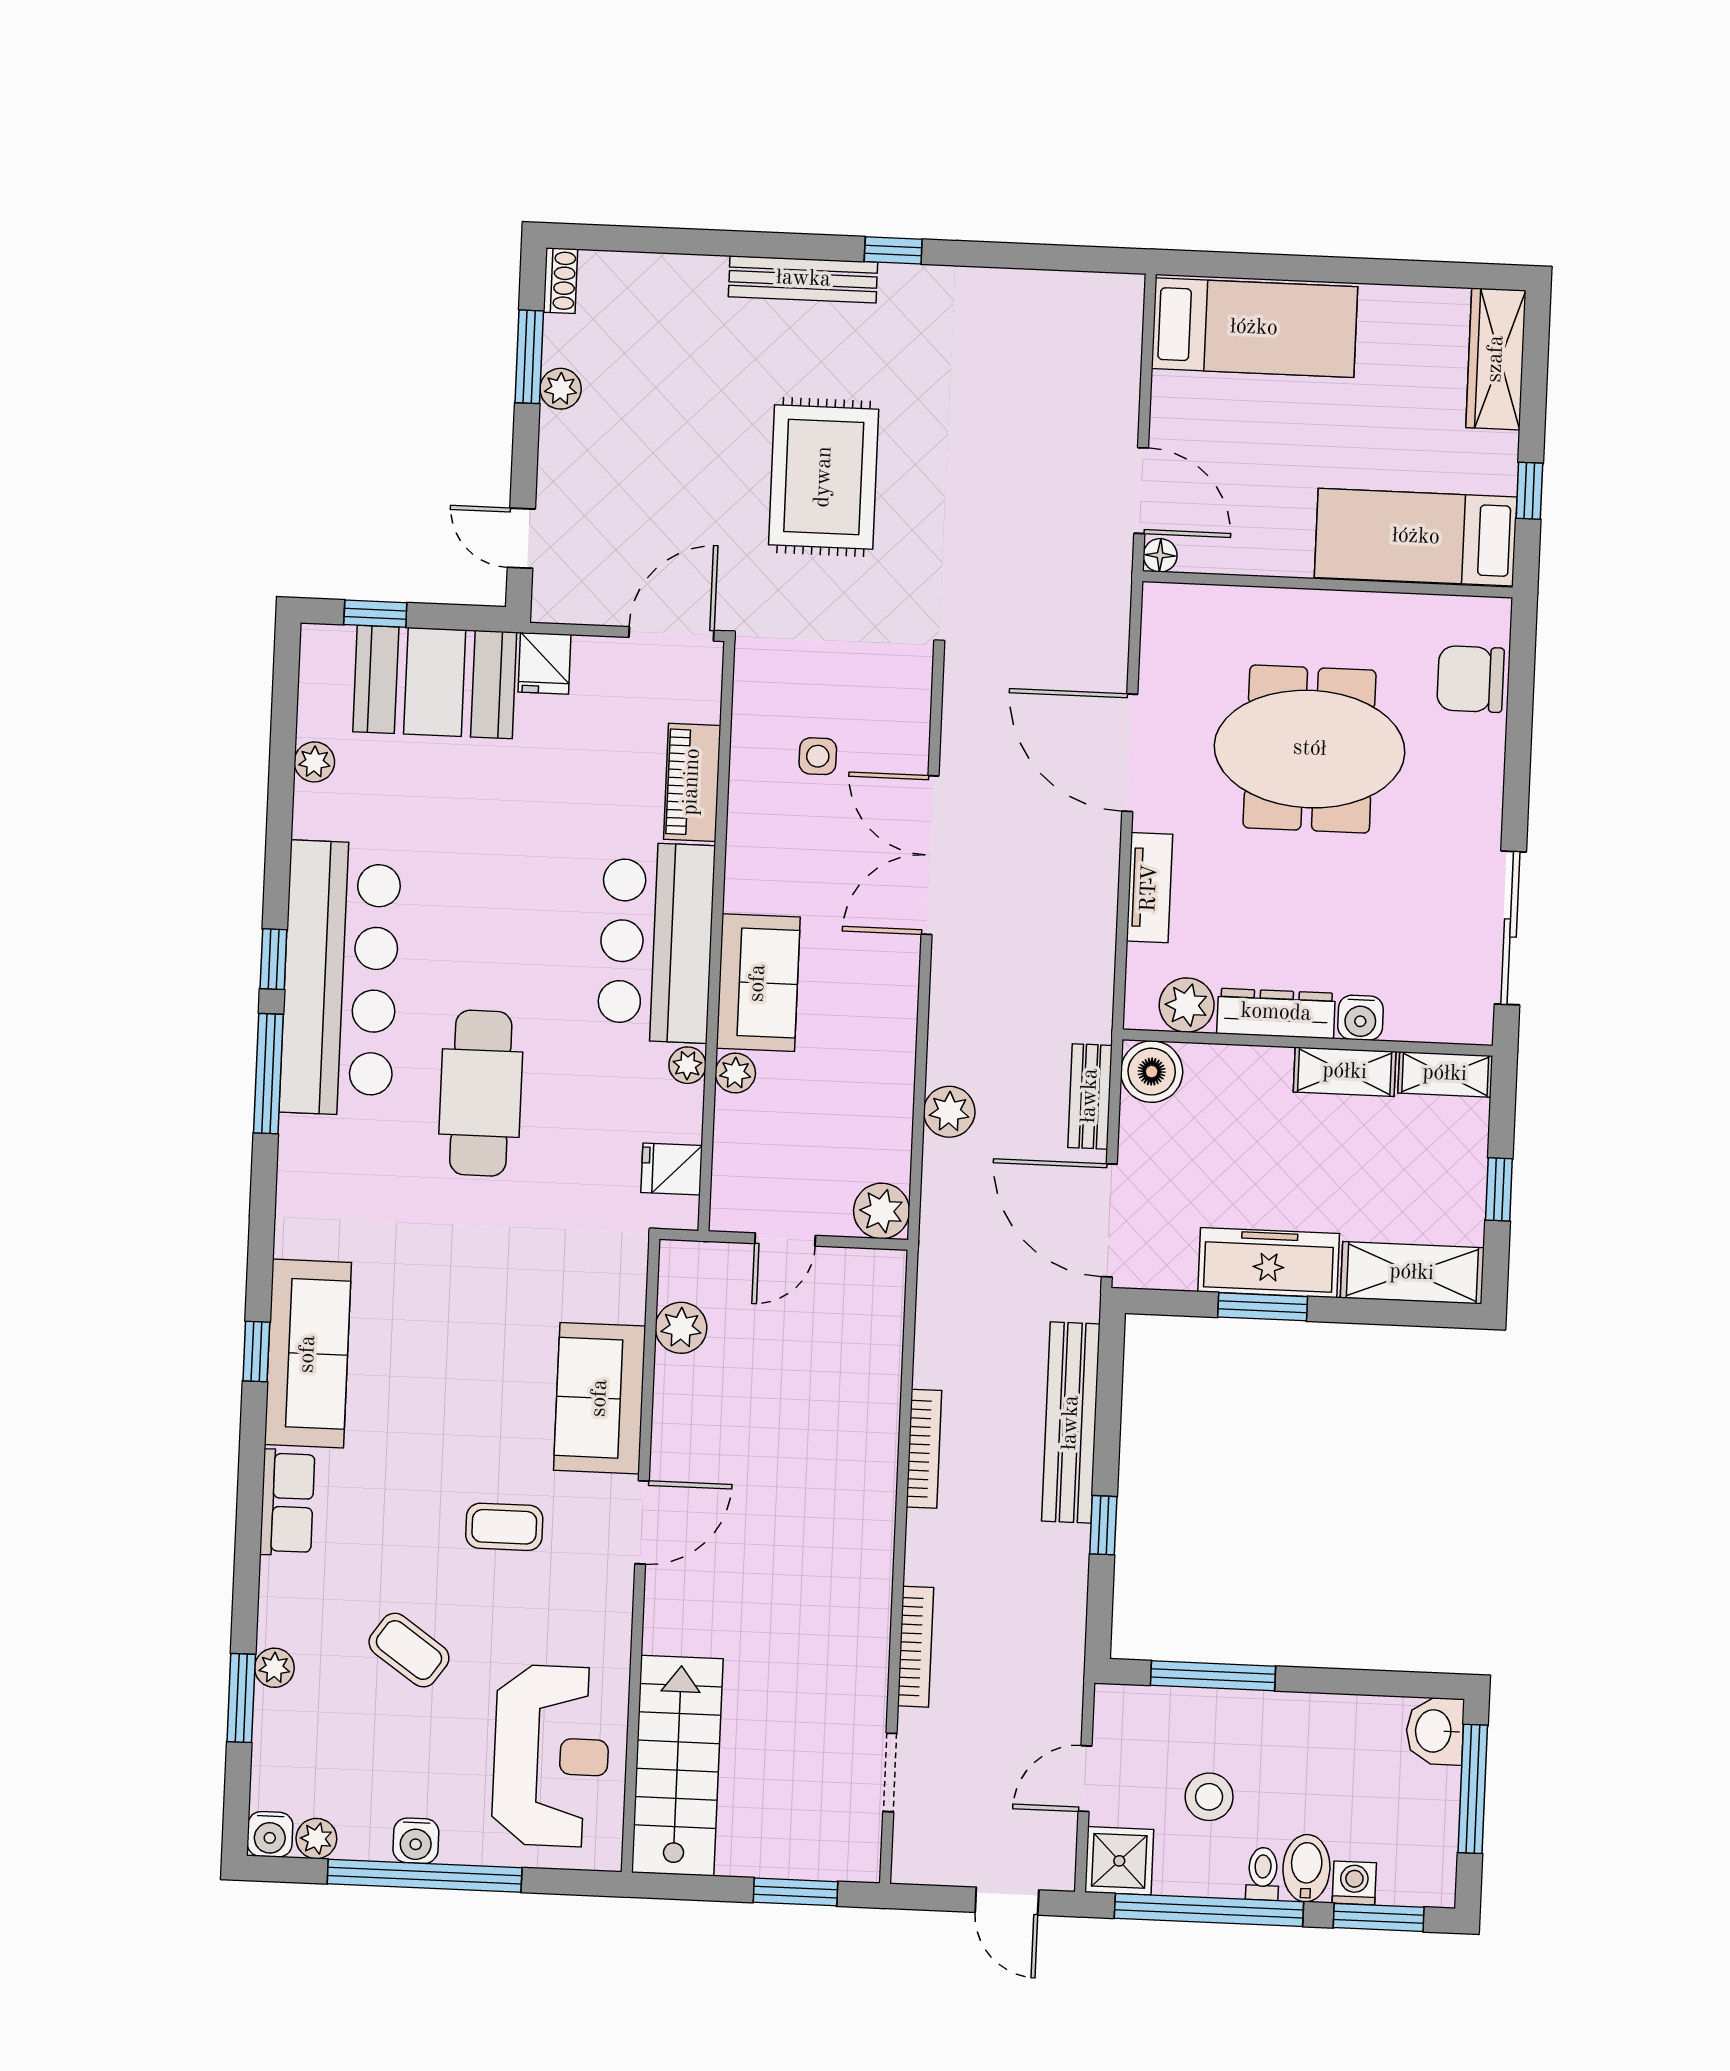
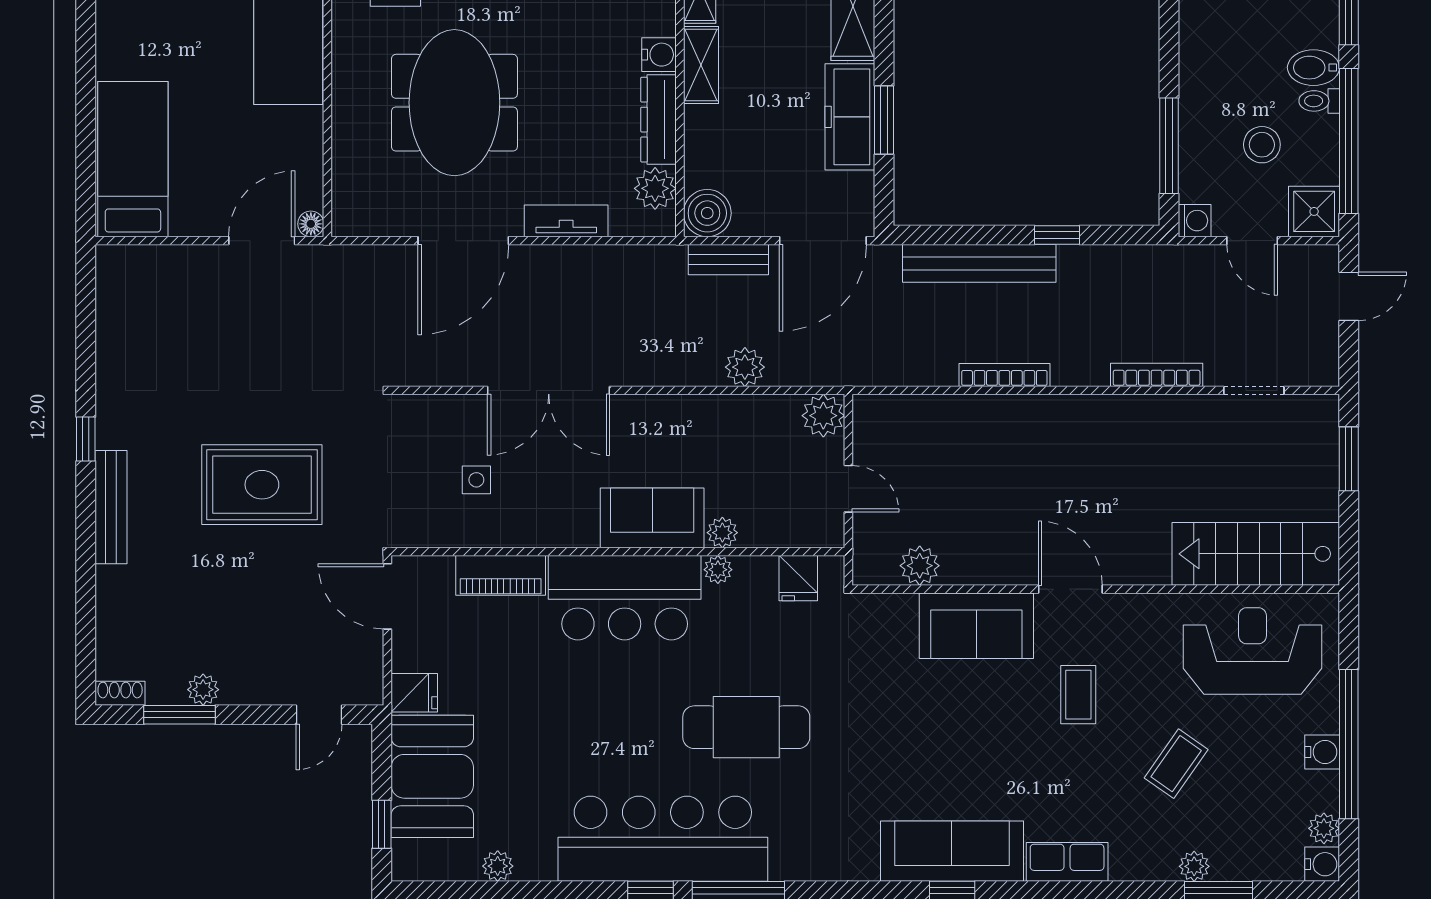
washing machine: (1354, 1883) -> (1195, 221), moved, turned 180

